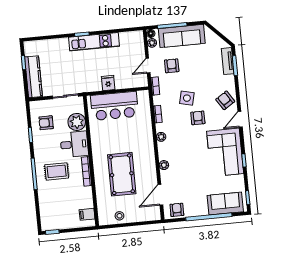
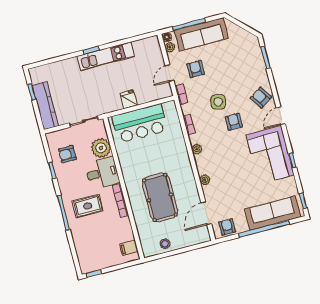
tv unit: (228, 61) -> (257, 54), removed
sofa: (225, 204) -> (273, 213), width x1.36

